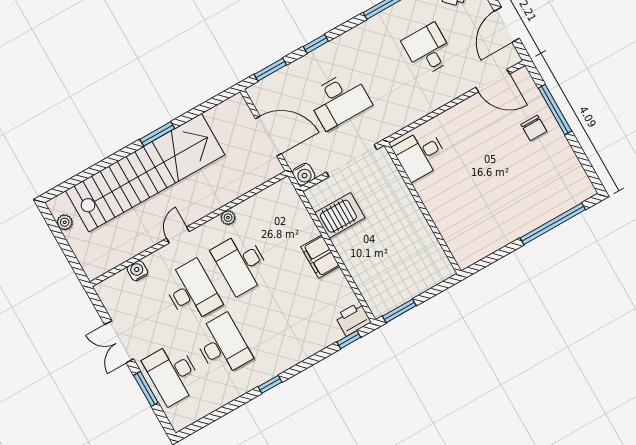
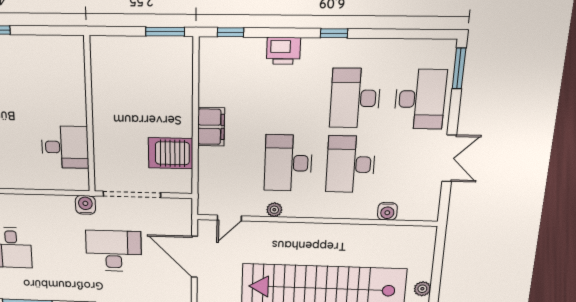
desk: (420, 154) -> (65, 147), moved
water cooler: (304, 174) -> (85, 205), moved
door: (178, 235) -> (229, 218), moved
desk: (241, 263) -> (288, 163), turned 180
printer: (353, 319) -> (283, 51), moved
window: (146, 389) -> (459, 68), moved

